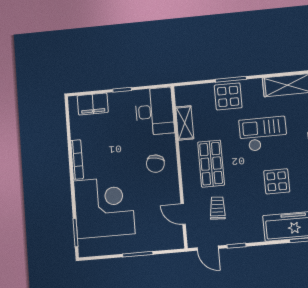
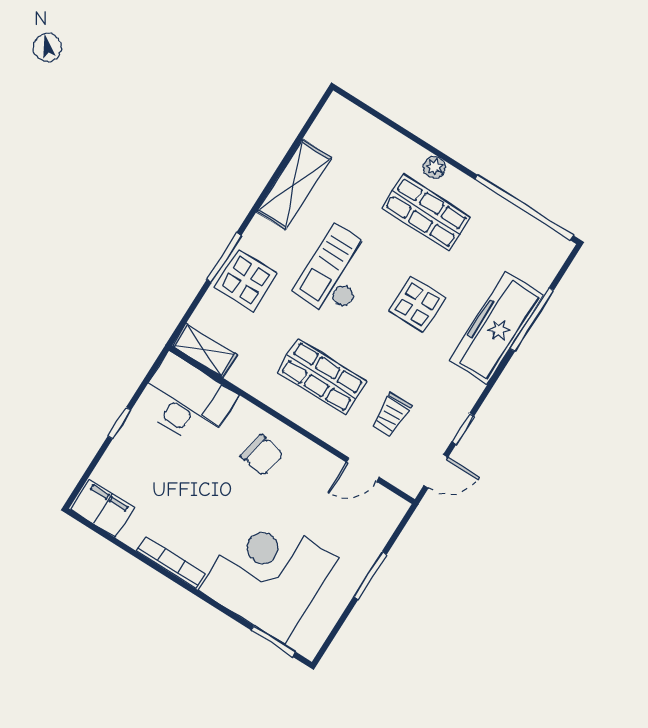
filing cabinet: (93, 104) -> (102, 509), moved, turned -90
shelving: (185, 123) -> (204, 350), moved
trolley: (217, 208) -> (391, 415), turned -93

